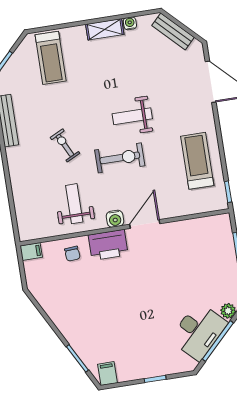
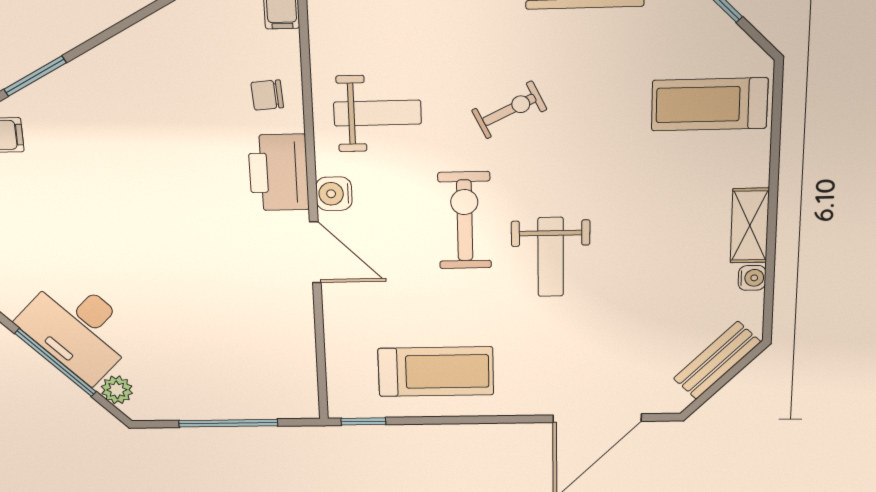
weight bench: (132, 116) -> (551, 257), turned 180
exercise bike: (120, 158) -> (465, 220), turned 180

